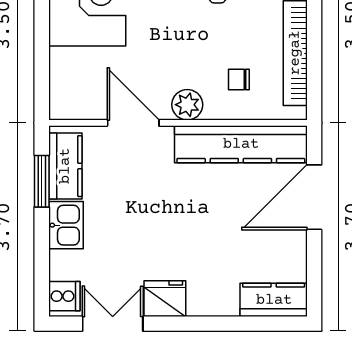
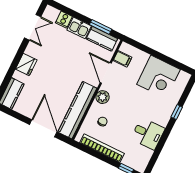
filing cabinet: (86, 102) -> (123, 59), added
door: (133, 123) -> (106, 73), swing flipped
cooker: (64, 296) -> (64, 20), moved
fridge: (165, 299) -> (26, 65), moved

